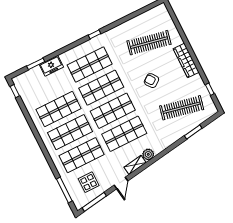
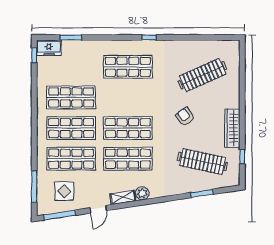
clothes rail: (149, 43) -> (203, 75), turned -36
wardrobe: (186, 61) -> (232, 128), moved
freezer: (51, 66) -> (49, 48), moved
shop shelf: (101, 88) -> (128, 97), removed

